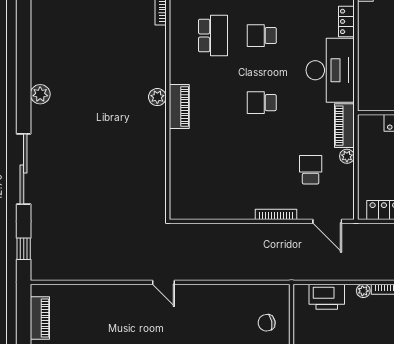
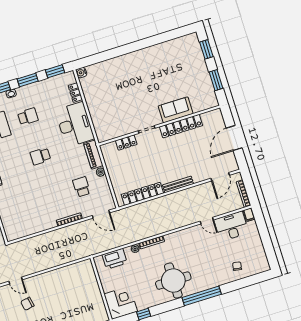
school desk: (262, 36) -> (28, 117), turned 180
chair: (267, 323) -> (27, 304), moved

